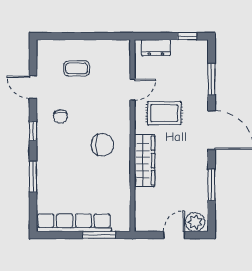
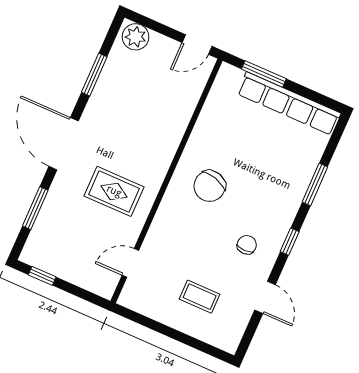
dresser: (156, 48) -> (88, 279), removed
door: (132, 90) -> (130, 263), moved
chair: (102, 145) -> (210, 186), turned -74
wardrobe: (145, 161) -> (165, 143), removed
door: (174, 235) -> (197, 44), moved

